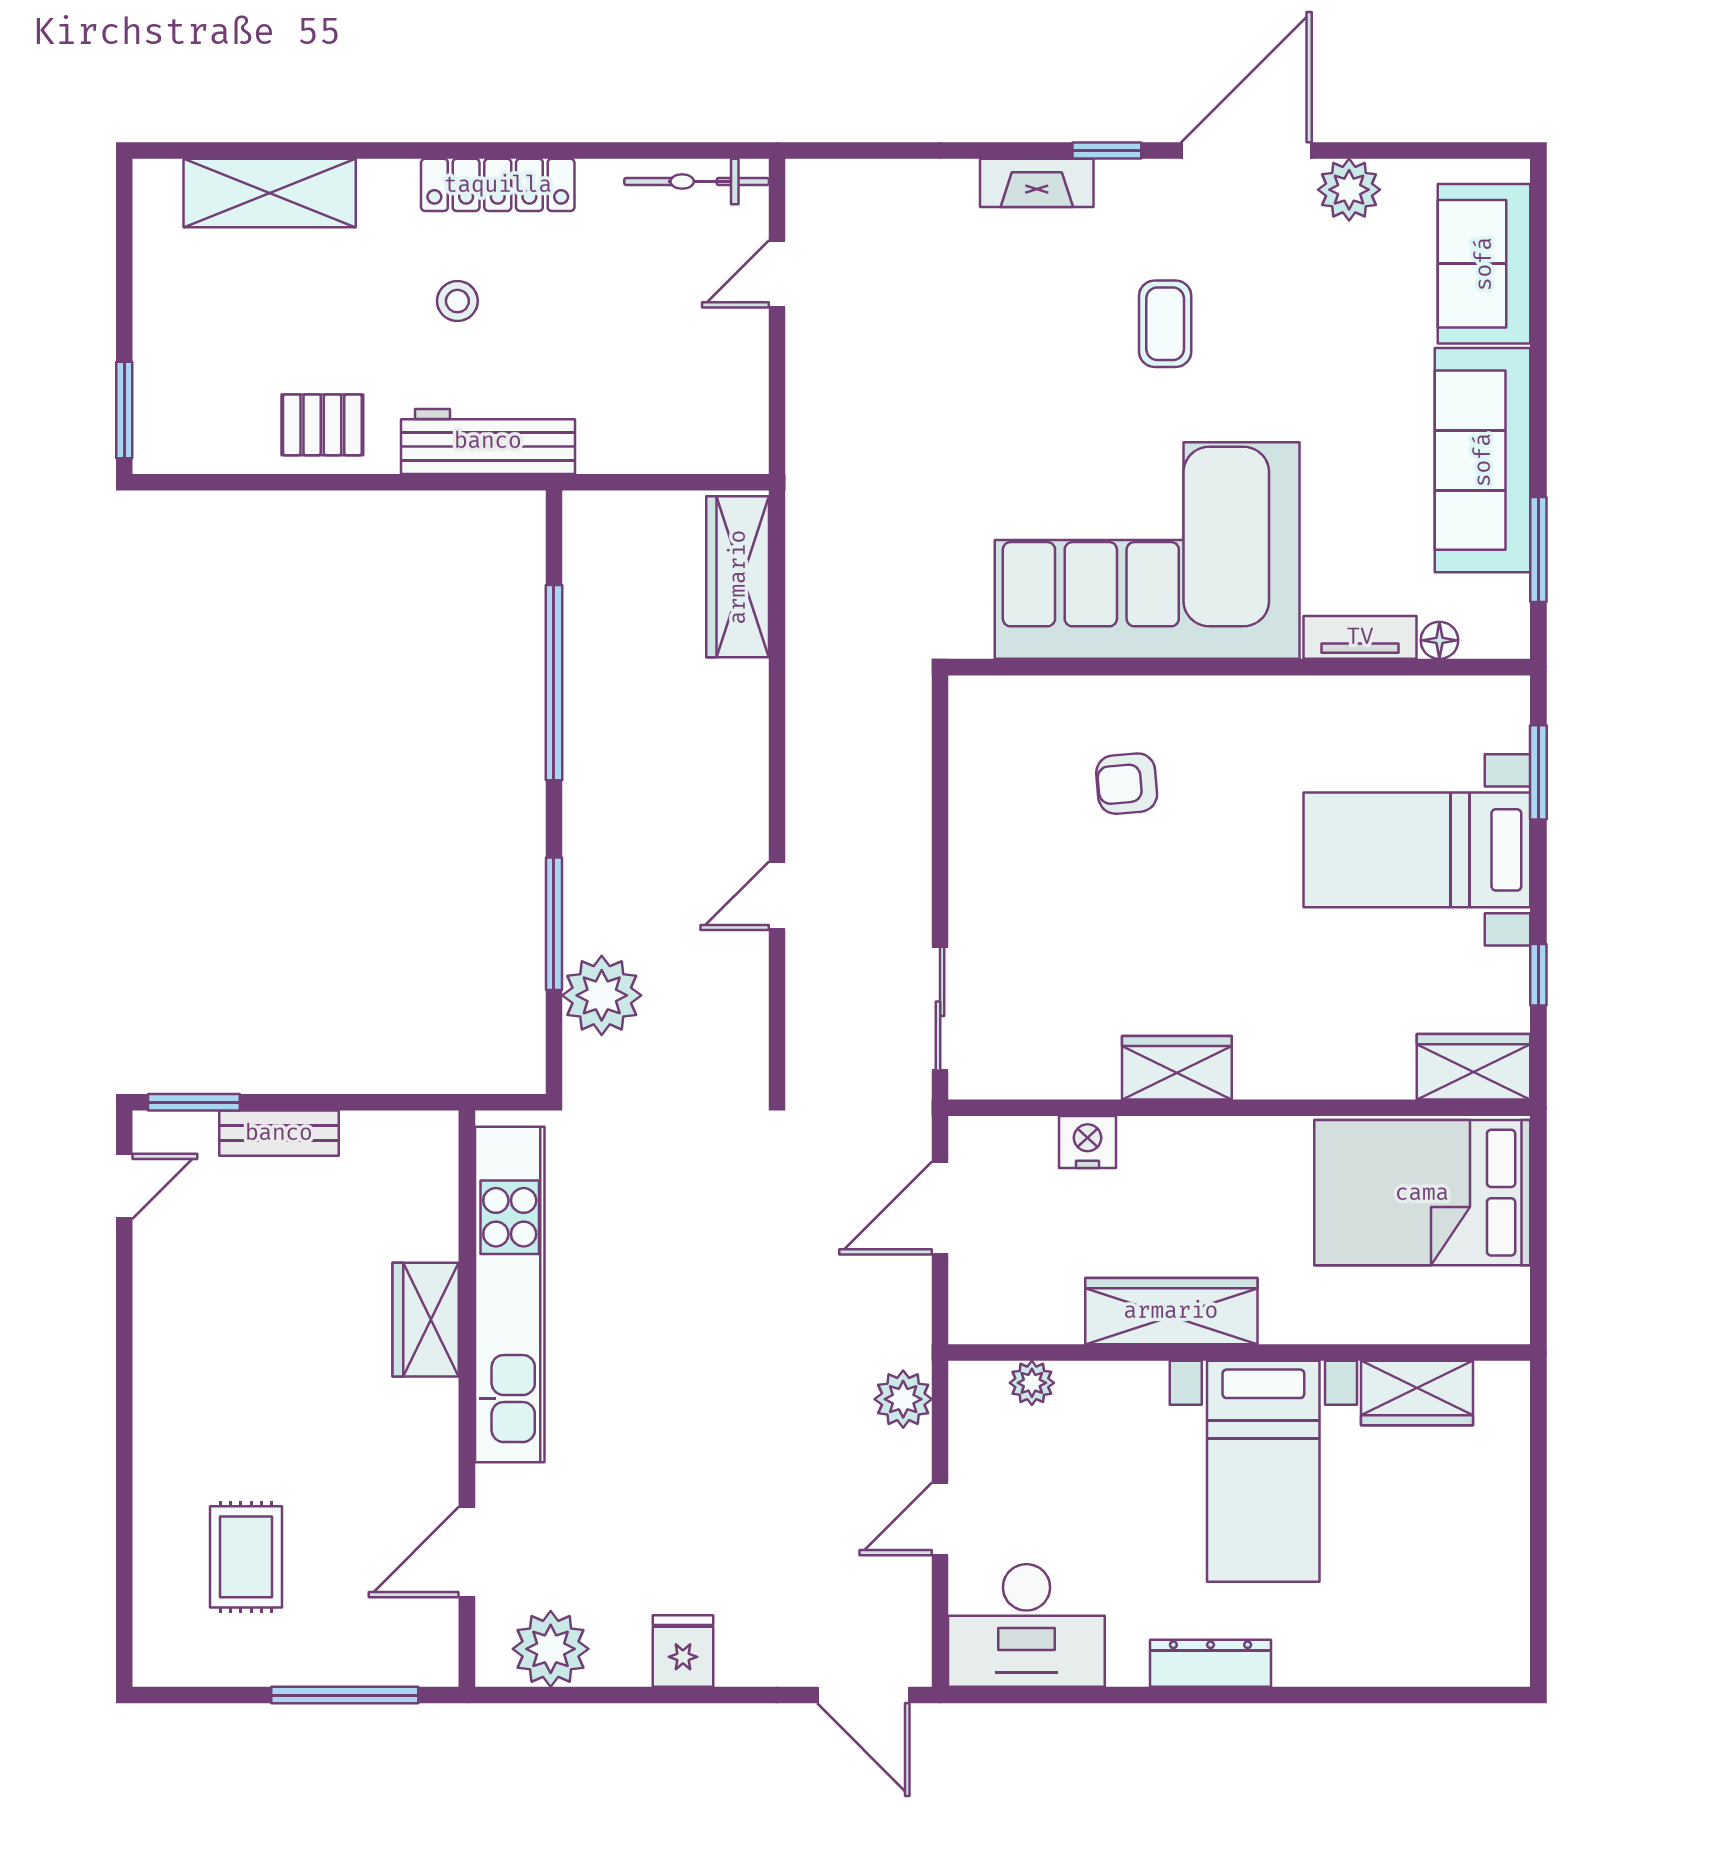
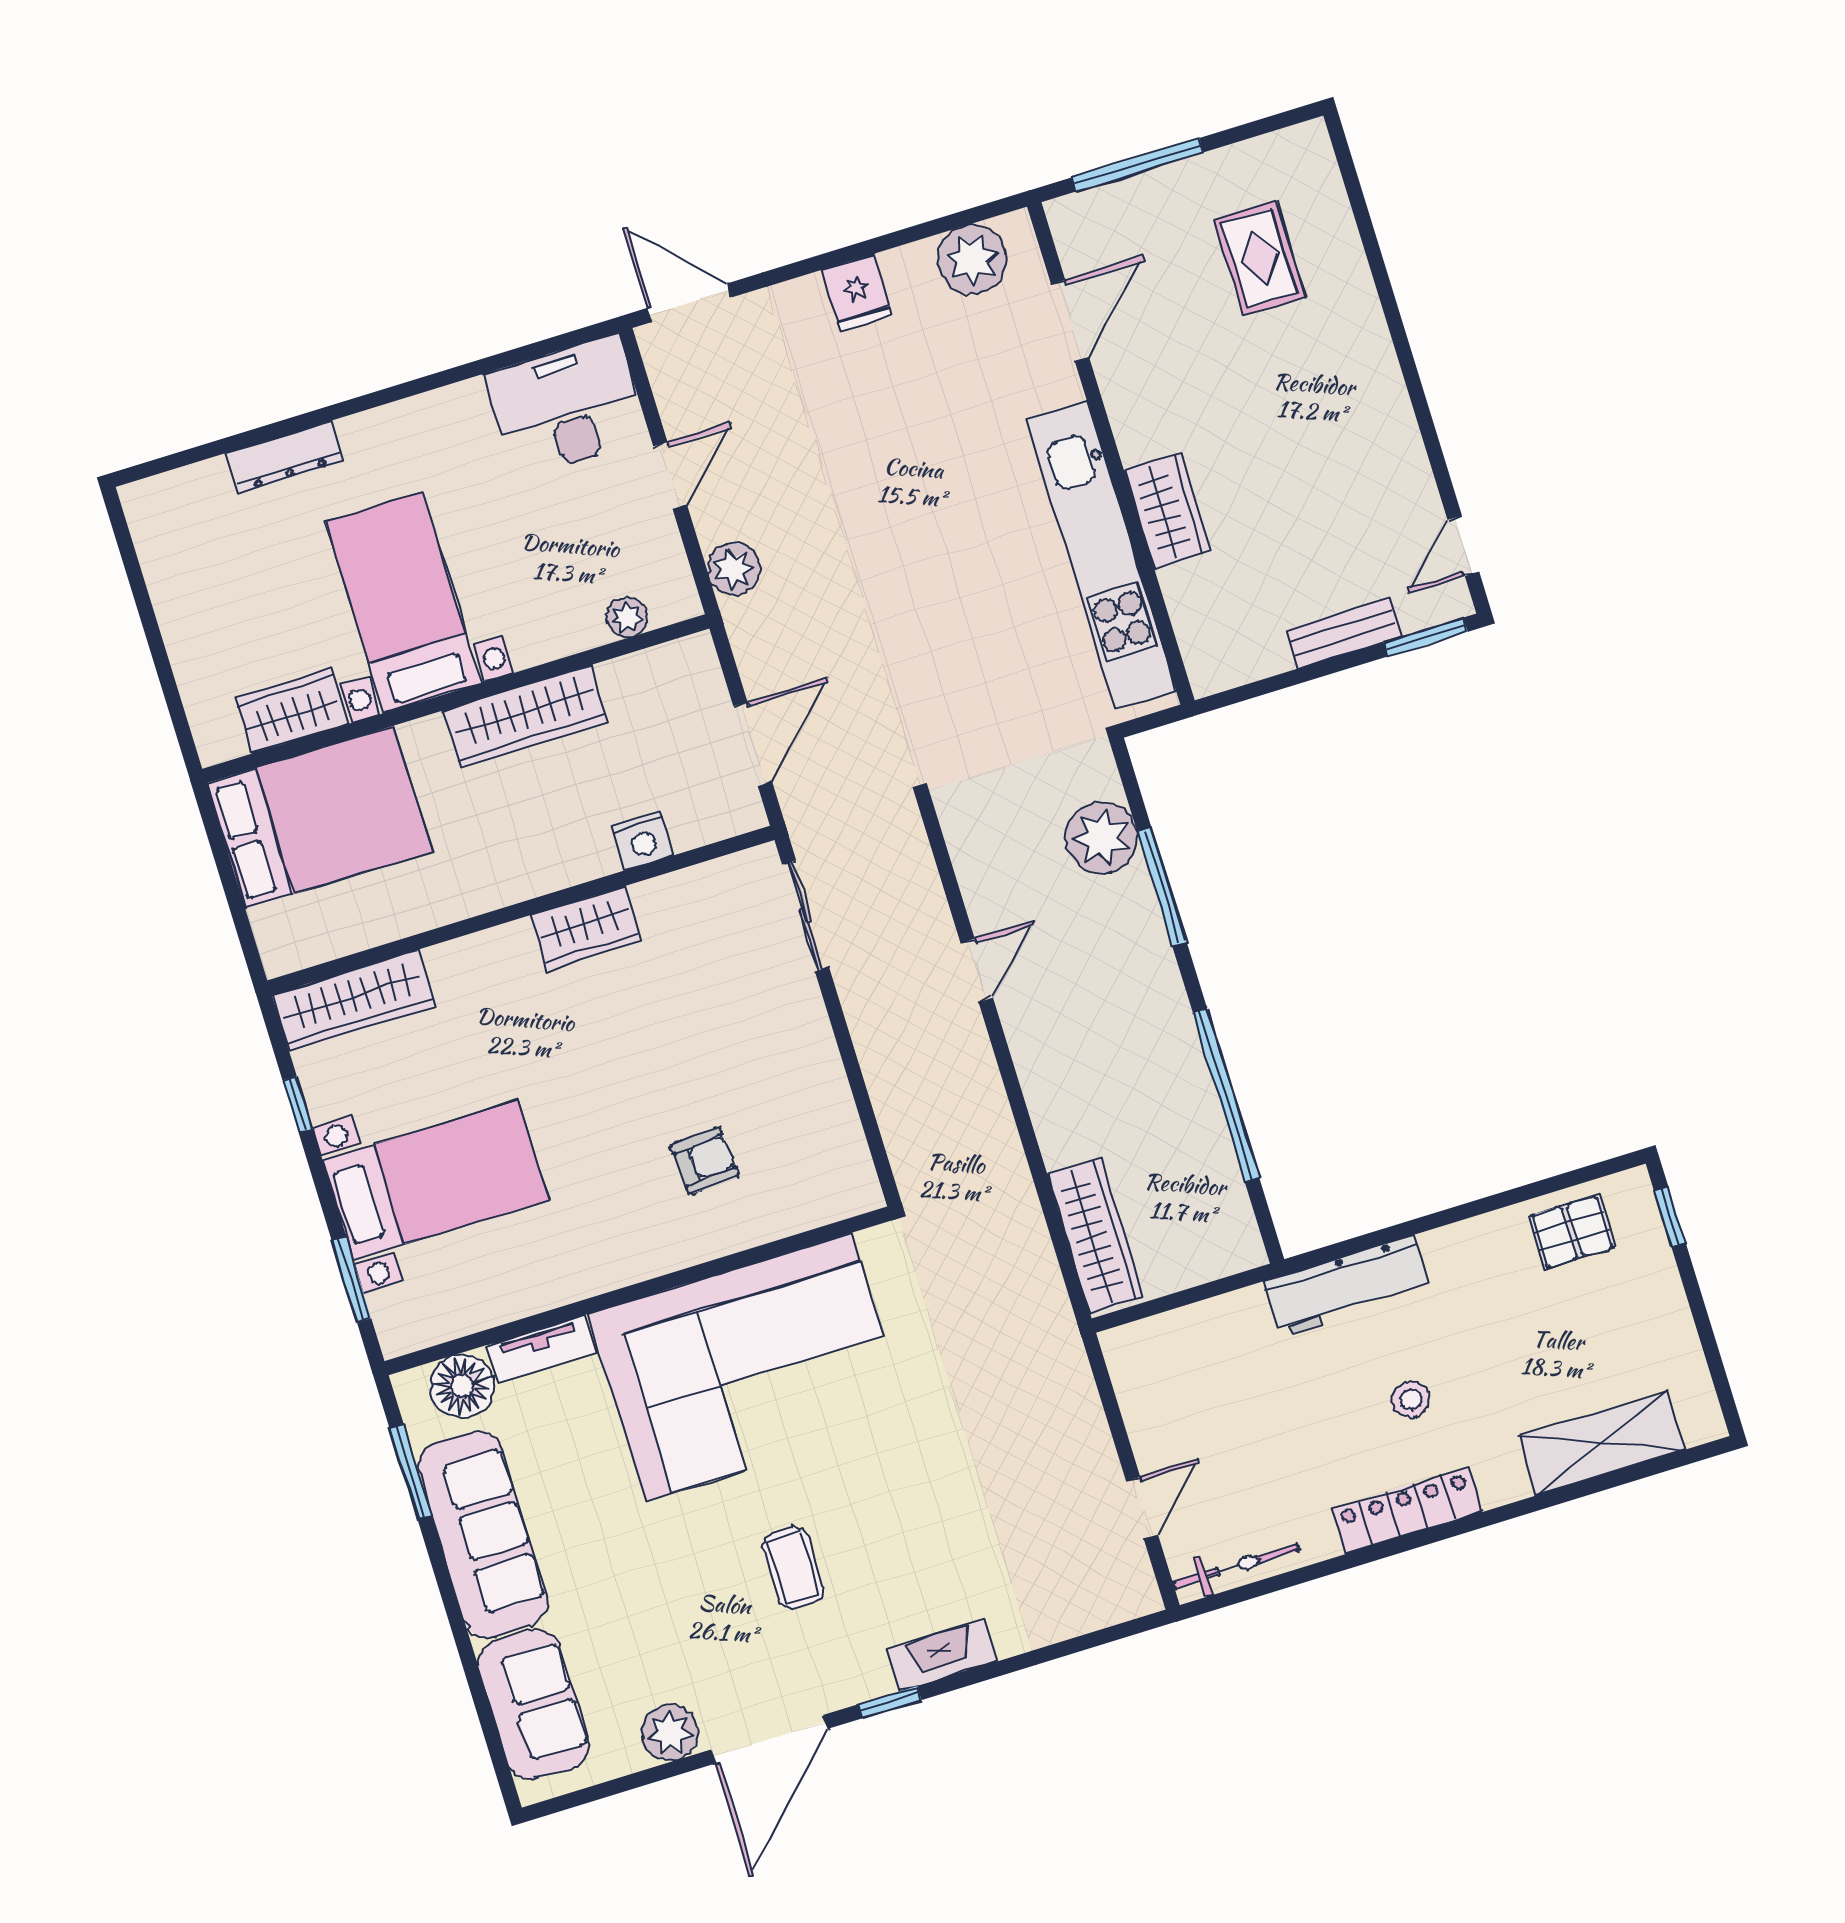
window: (124, 410) -> (1670, 1217), width x0.67
pallet: (322, 425) -> (1572, 1231), moved
floor lamp: (1439, 640) -> (462, 1386), width x1.89, depth x1.89
wardrobe: (1473, 1067) -> (354, 1000), width x1.50
bed: (1422, 1193) -> (319, 817), moved
dresser: (1211, 1663) -> (285, 457), moved

